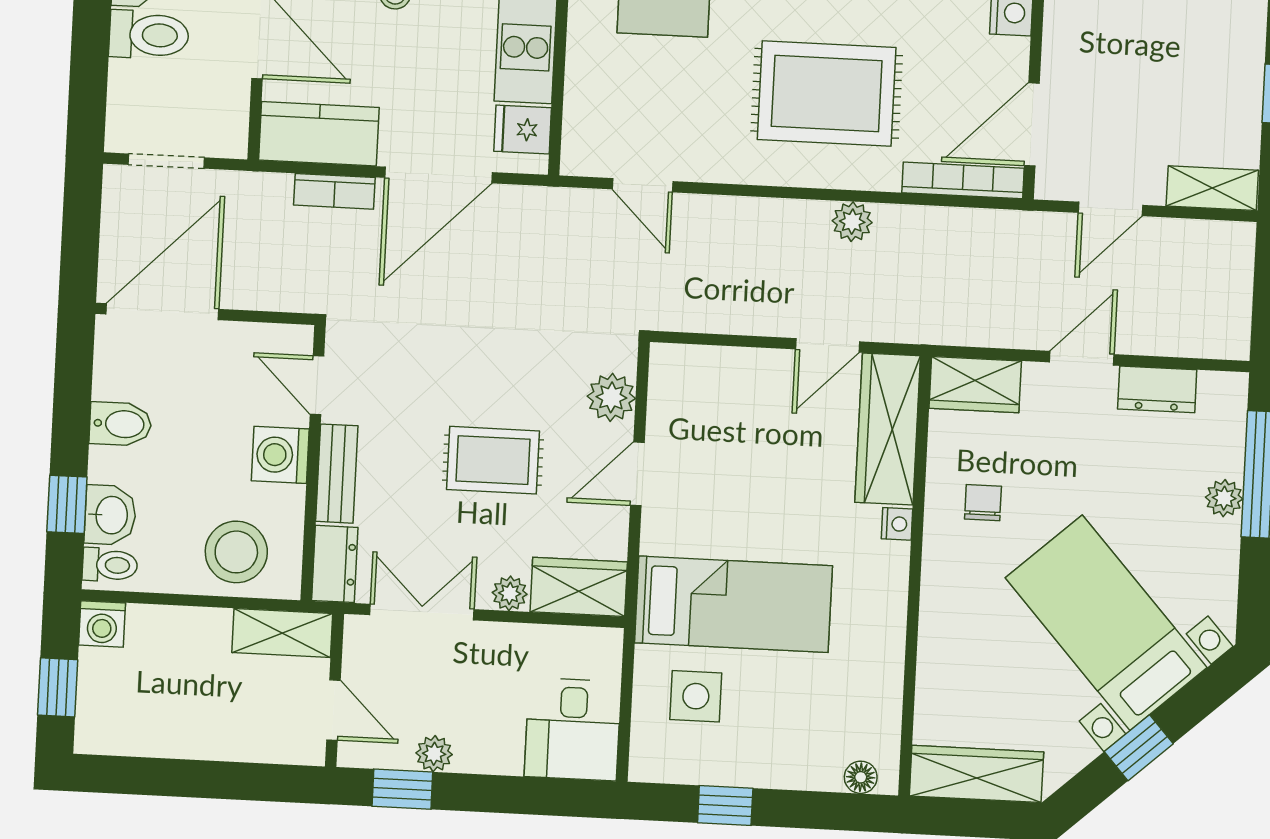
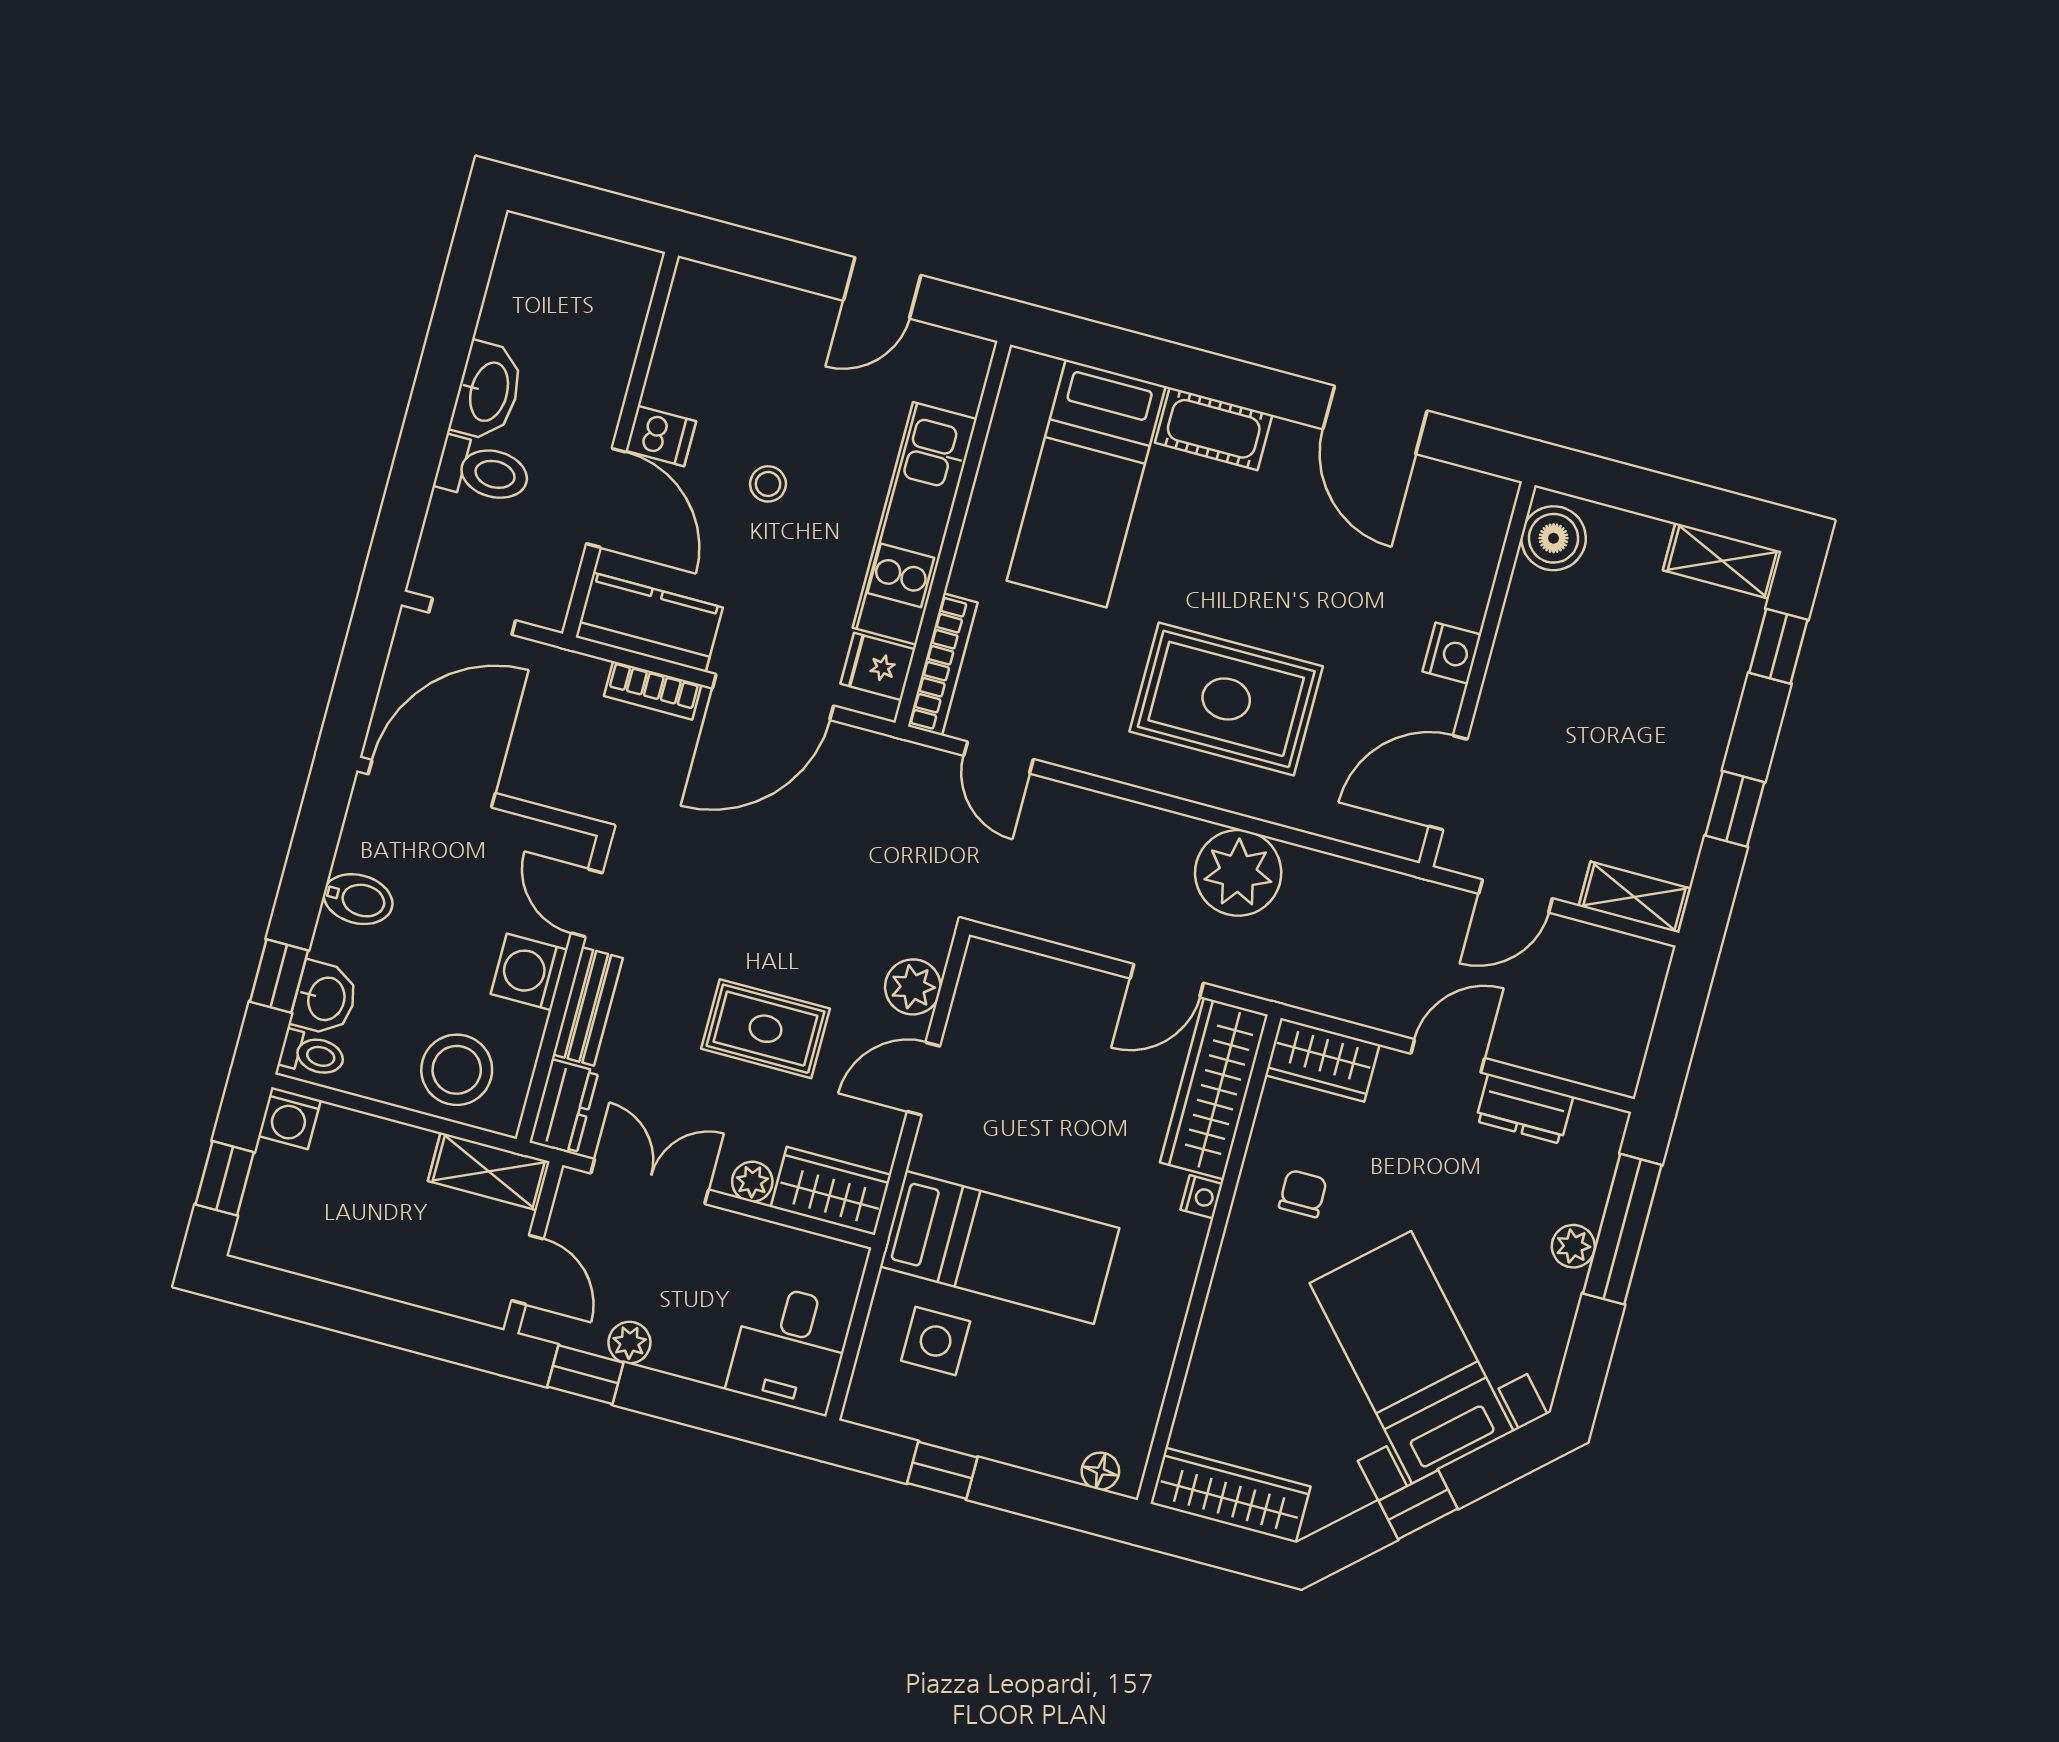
bookcase: (963, 180) -> (943, 664), moved, turned 90
plant: (852, 222) -> (1238, 873), width x1.87, depth x1.87

